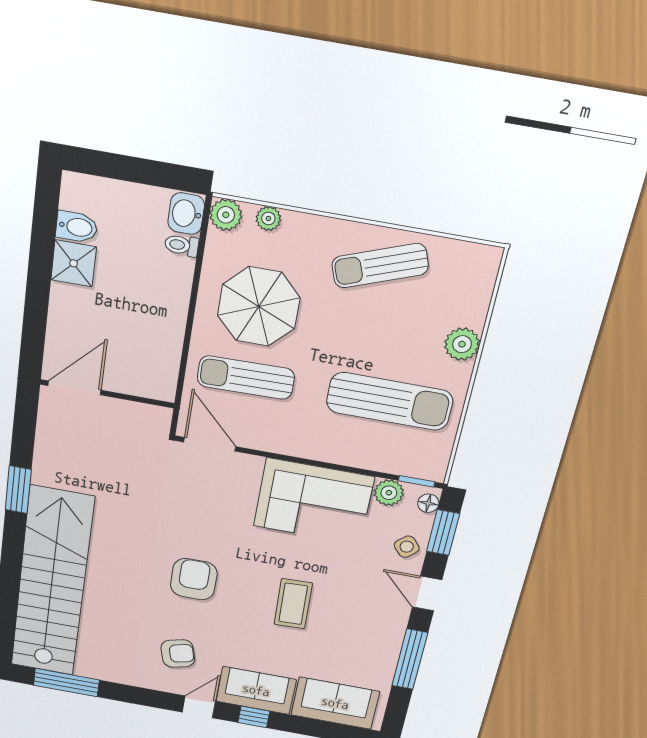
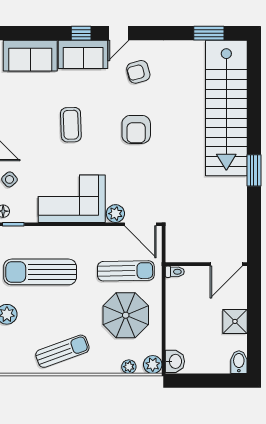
bidet: (77, 227) -> (239, 362), moved, turned 90
toilet: (182, 245) -> (175, 272), moved
door: (74, 388) -> (226, 264), moved
wall: (107, 394) -> (206, 264), moved
plant: (389, 493) -> (115, 214), moved
window: (66, 683) -> (209, 33), width x0.69

